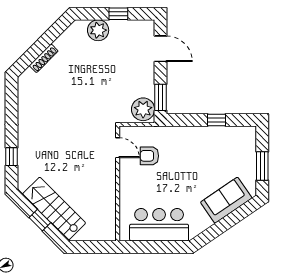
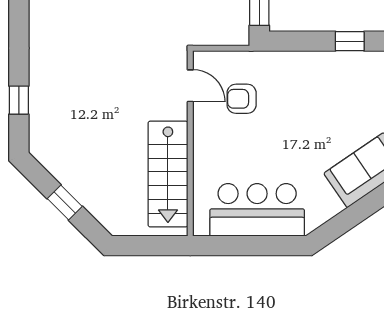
plant: (143, 109) -> (231, 24), removed
stairs: (54, 209) -> (168, 174), moved, turned -135

